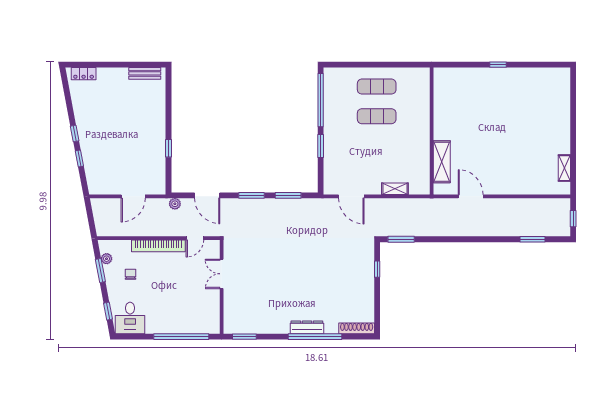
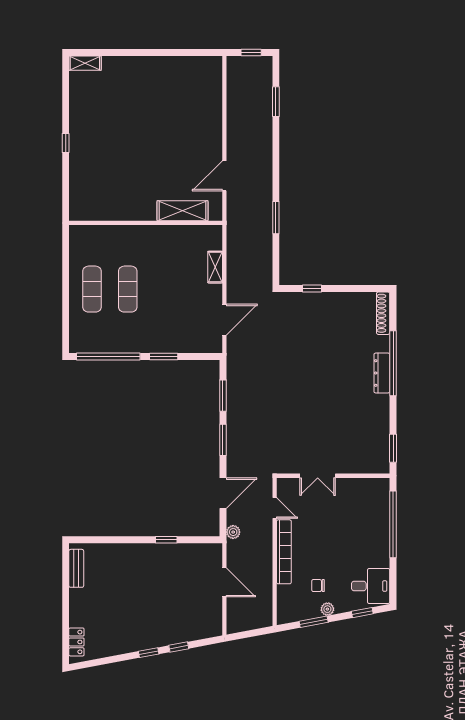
shelving: (564, 168) -> (85, 63), moved
window: (401, 239) -> (276, 218), moved
plant: (107, 259) -> (327, 609), moved

